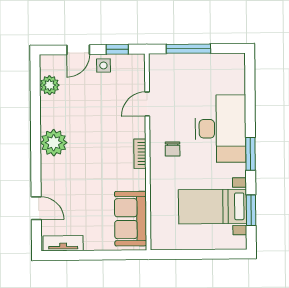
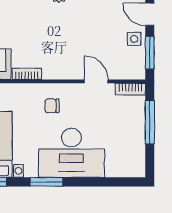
window: (117, 49) -> (150, 53), width x1.50
bookcase: (155, 69) -> (130, 89), added
bookcase: (140, 154) -> (27, 74), moved

